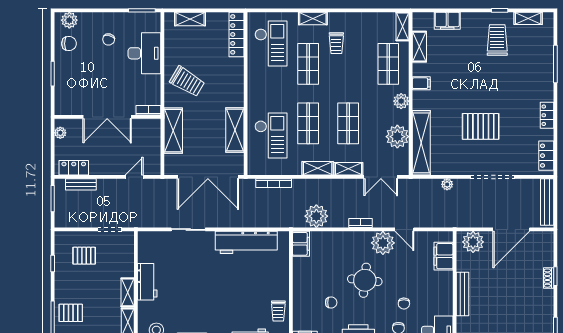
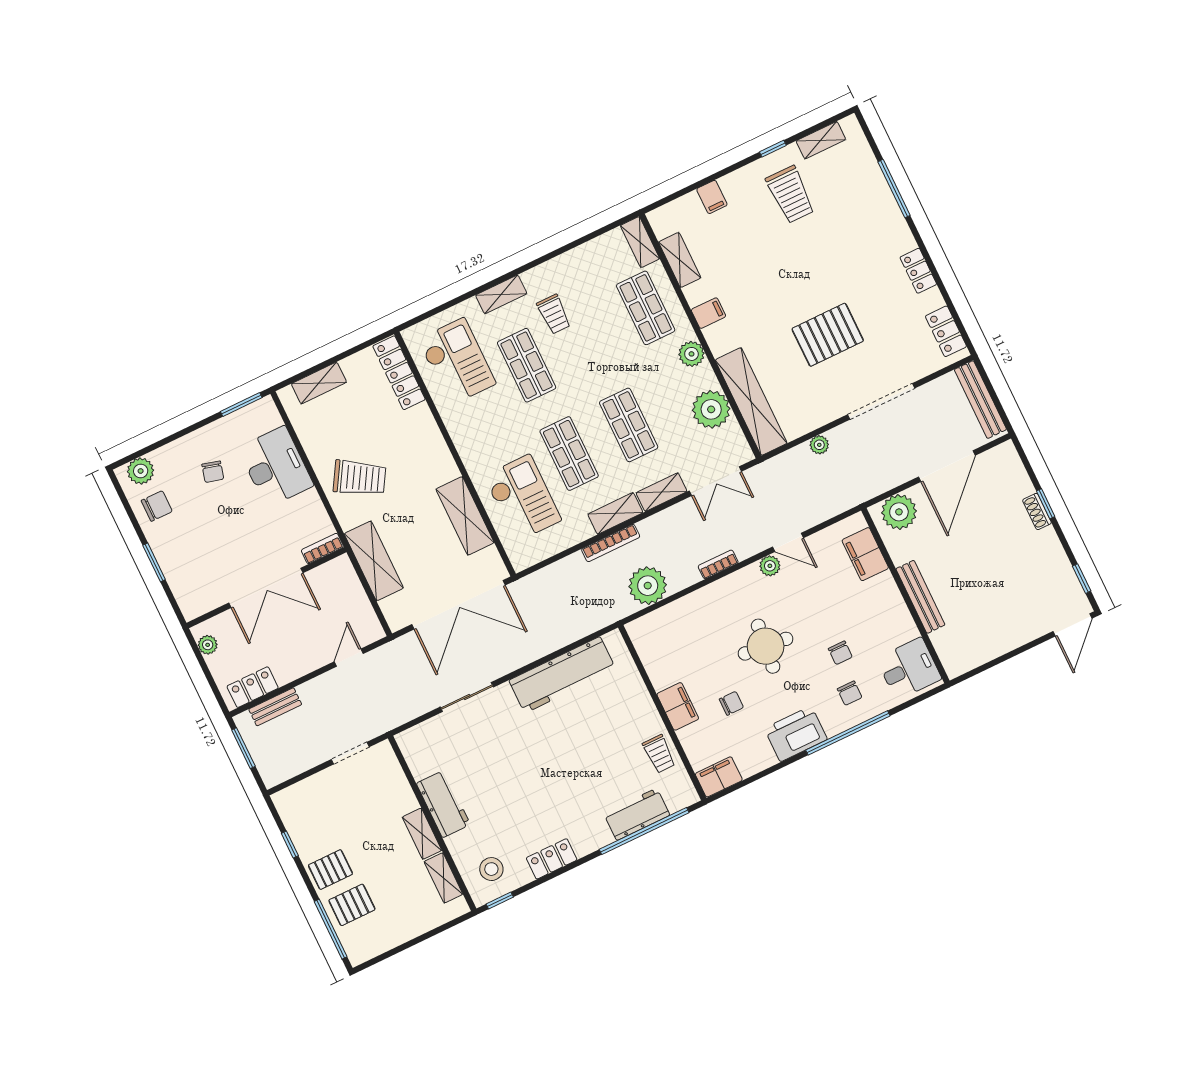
filing cabinet: (447, 21) -> (712, 197), width x0.50
trolley: (497, 40) -> (790, 194), turned 180
bookcase: (274, 183) -> (611, 543), moved
plant: (383, 243) -> (770, 566), width x0.53, depth x0.53
filing cabinet: (301, 244) -> (678, 706), moved
pallet: (84, 256) -> (330, 870), moved

